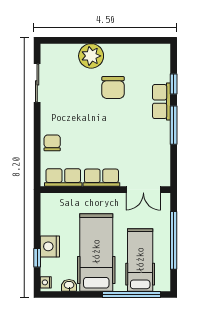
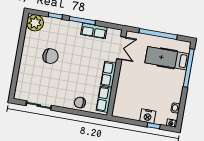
plant: (91, 56) -> (35, 23), moved
row of seats: (162, 102) -> (94, 31), moved
hospital bed: (96, 252) -> (157, 86), removed

